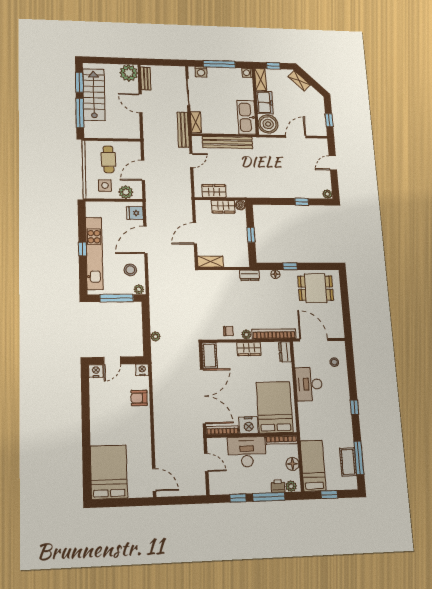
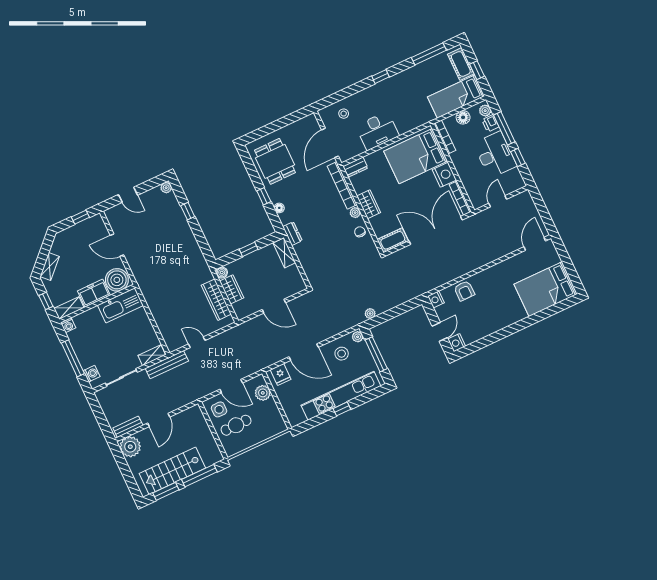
bench: (227, 142) -> (159, 314), removed
side table: (105, 185) -> (219, 409), moved
wardrobe: (214, 191) -> (216, 300), width x1.50
shelving: (210, 262) -> (284, 253), moved
plant: (155, 336) -> (370, 314), moved
door: (112, 361) -> (440, 332), hinge flipped
desk: (247, 452) -> (495, 155), moved, turned 180
cot: (348, 462) -> (461, 64), moved, turned 90

